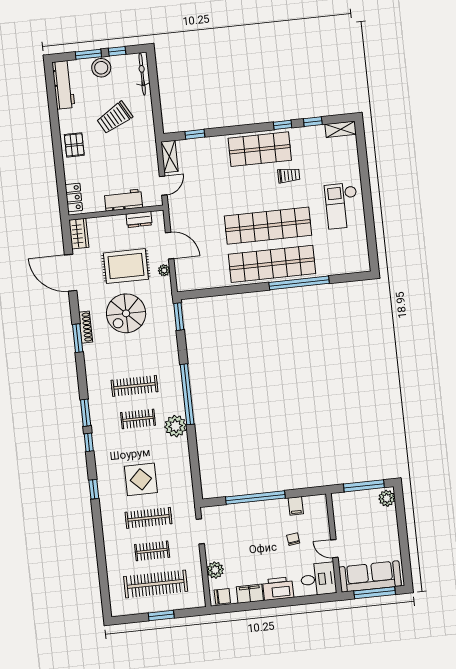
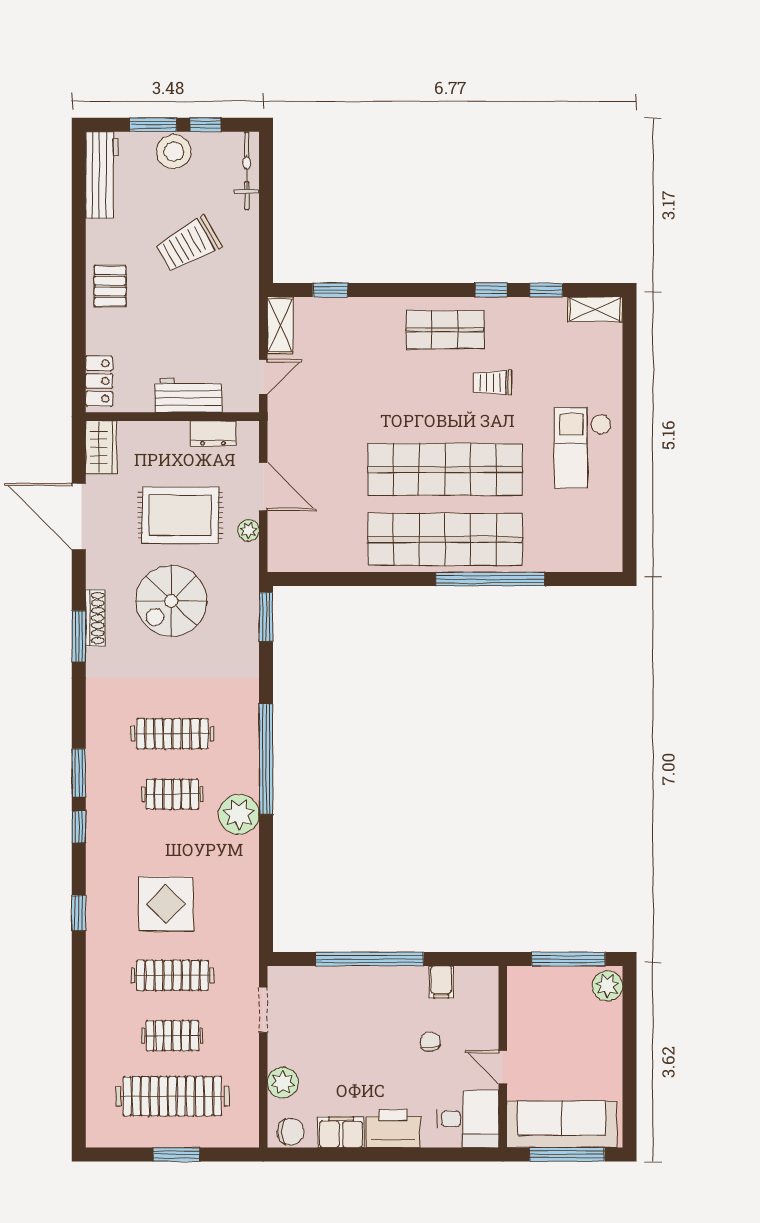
shop shelf: (260, 149) -> (445, 330), width x0.70, depth x0.74
trolley: (289, 175) -> (492, 383), turned 180

